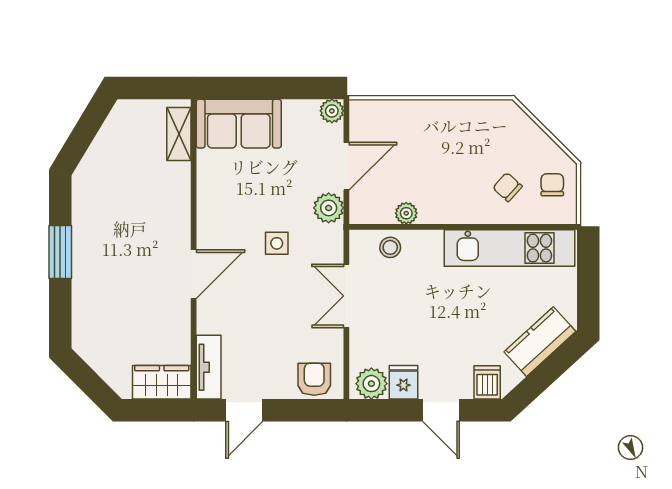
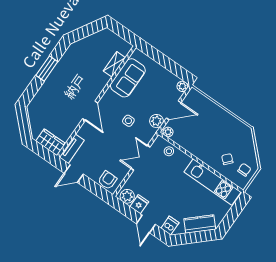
sofa: (239, 124) -> (128, 78), moved, turned -90
shelving: (179, 134) -> (114, 64), moved
plant: (406, 213) -> (168, 132), moved
door: (194, 274) -> (90, 111), hinge flipped

